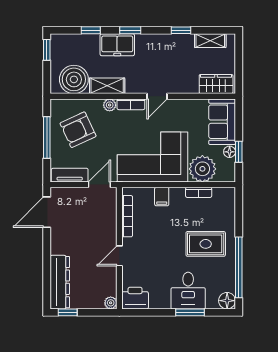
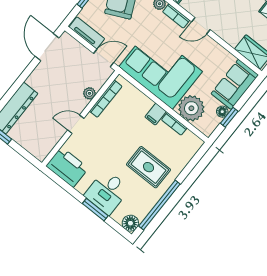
filing cabinet: (162, 197) -> (156, 114), moved
door: (47, 212) -> (47, 47), hinge flipped
printer: (135, 298) -> (67, 167), width x1.37, depth x1.19
plant: (111, 303) -> (89, 93), moved

